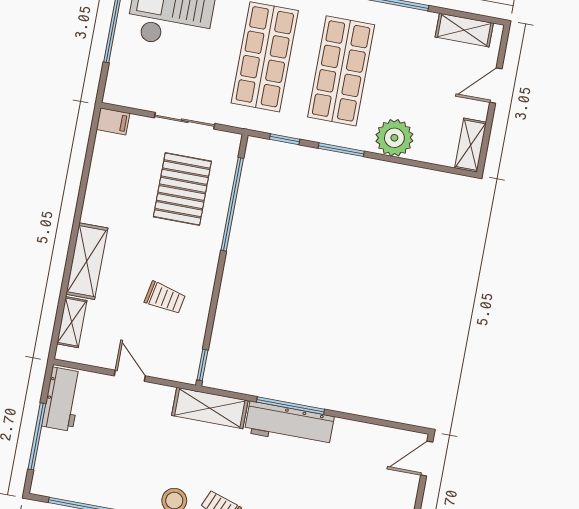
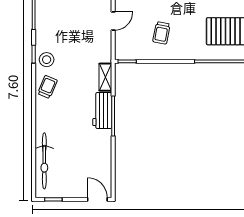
shelving: (210, 408) -> (105, 77), width x0.67, depth x0.75
workbench: (289, 424) -> (102, 110), width x0.73

